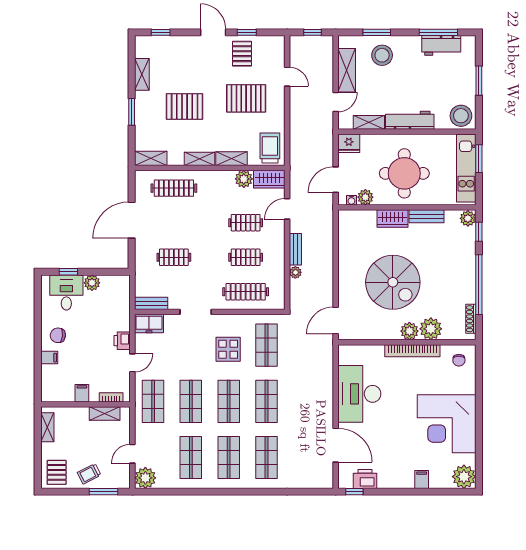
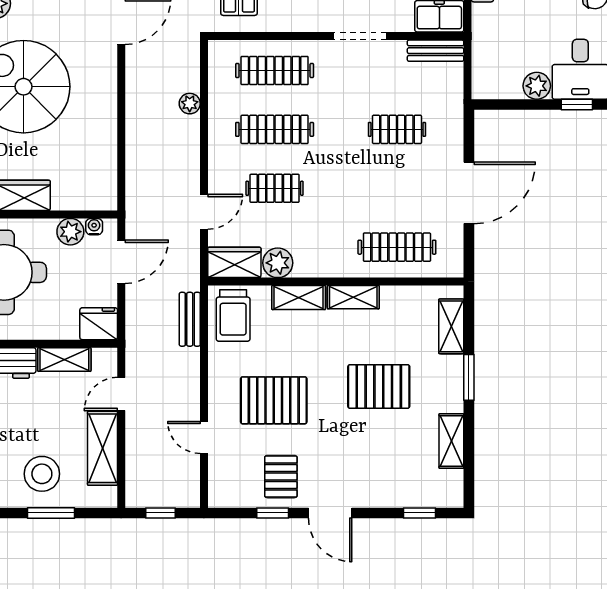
shelving: (151, 158) -> (451, 326), moved, turned 90
bench: (295, 249) -> (190, 319), moved
clothes rail: (246, 257) -> (275, 129), width x1.36

